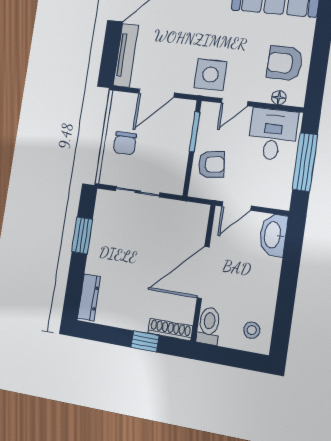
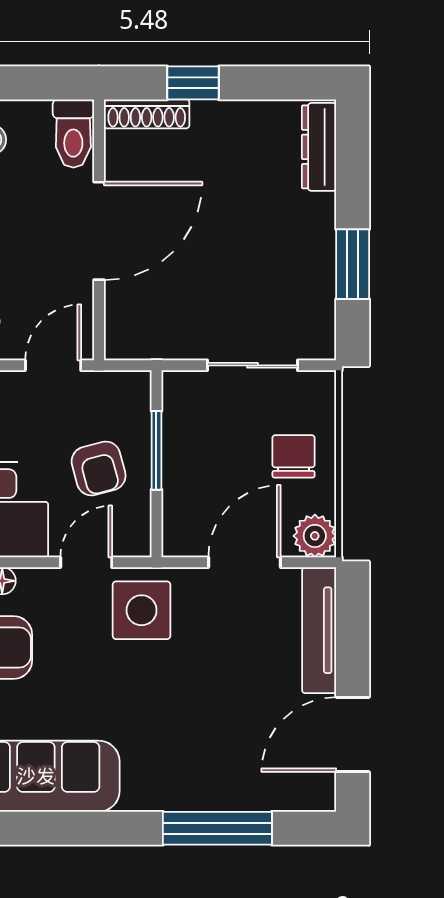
plant: (121, 102) -> (315, 536), added
window: (195, 132) -> (156, 450), moved
armchair: (211, 164) -> (99, 468), moved, turned -98

